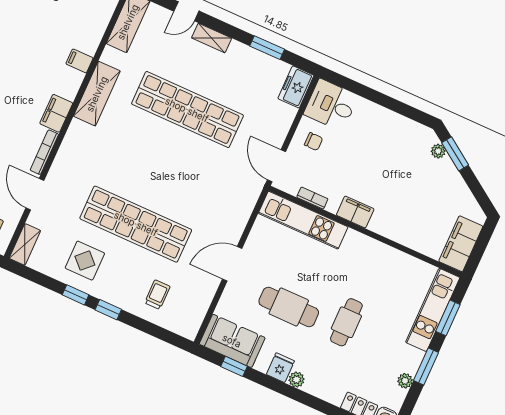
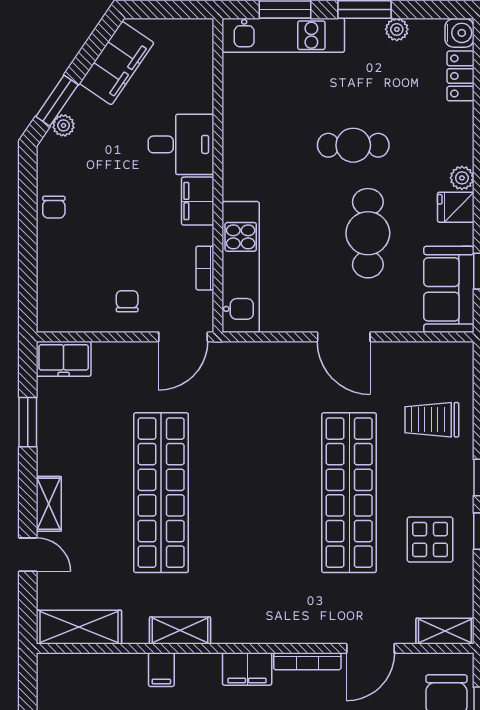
shelving: (97, 94) -> (180, 631), width x0.67, depth x0.75
desk: (331, 105) -> (181, 144), moved, turned -90
chair: (391, 123) -> (54, 207), added
filing cabinet: (461, 244) -> (117, 63), moved, turned -56
trolley: (157, 295) -> (432, 420), width x1.36, depth x1.39

